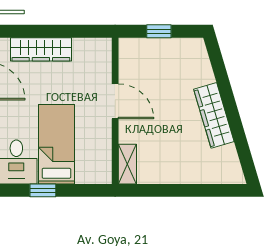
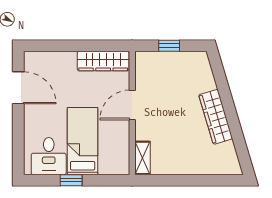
wardrobe: (41, 49) -> (103, 61), moved
door: (115, 101) -> (132, 105), swing flipped

